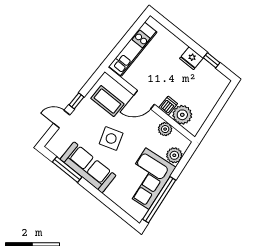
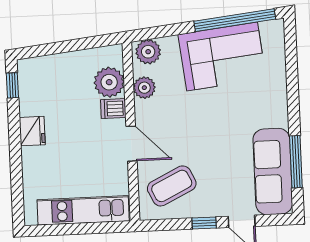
window: (212, 60) -> (12, 85), moved
coffee table: (107, 101) -> (172, 186), turned 64
side table: (111, 138) -> (212, 142), removed
plant: (174, 155) -> (148, 52), moved
sofa: (88, 167) -> (273, 171), moved

